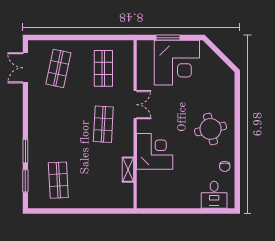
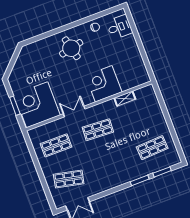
corner desk: (177, 63) -> (37, 105), moved, turned -90

